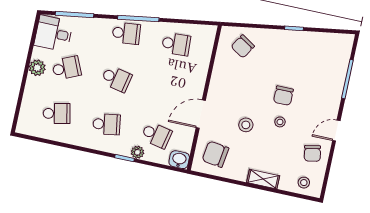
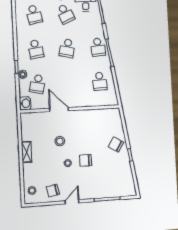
chair: (243, 46) -> (116, 144), moved
door: (336, 131) -> (72, 202), hinge flipped
chair: (215, 154) -> (35, 126), removed
shelving: (263, 179) -> (27, 152), moved

